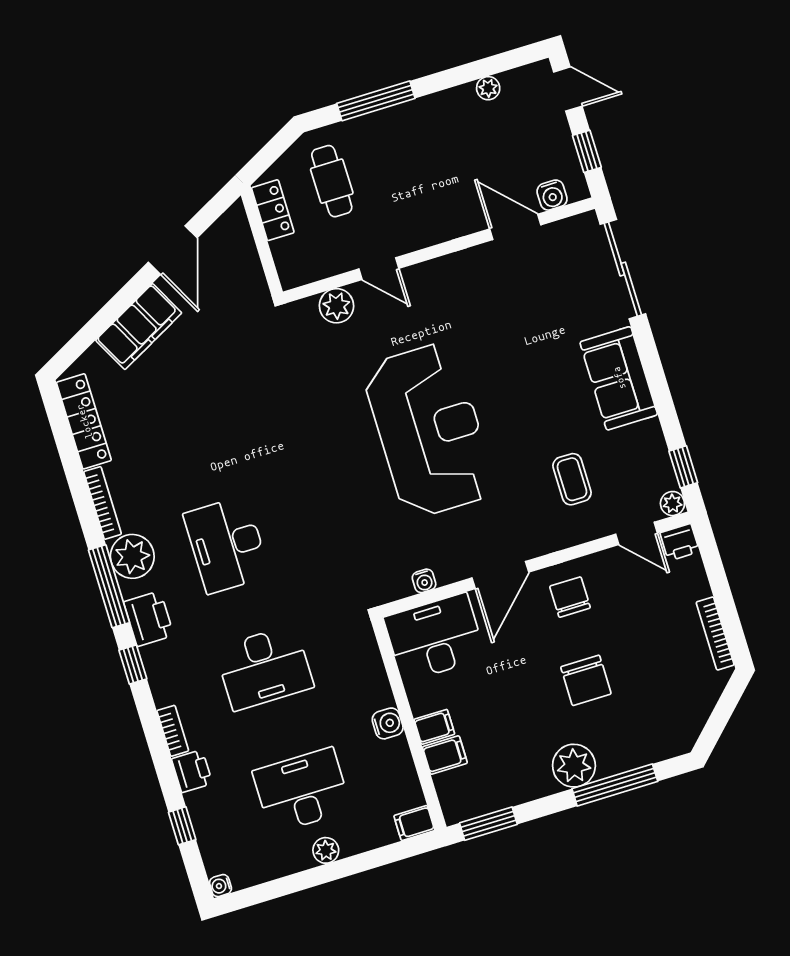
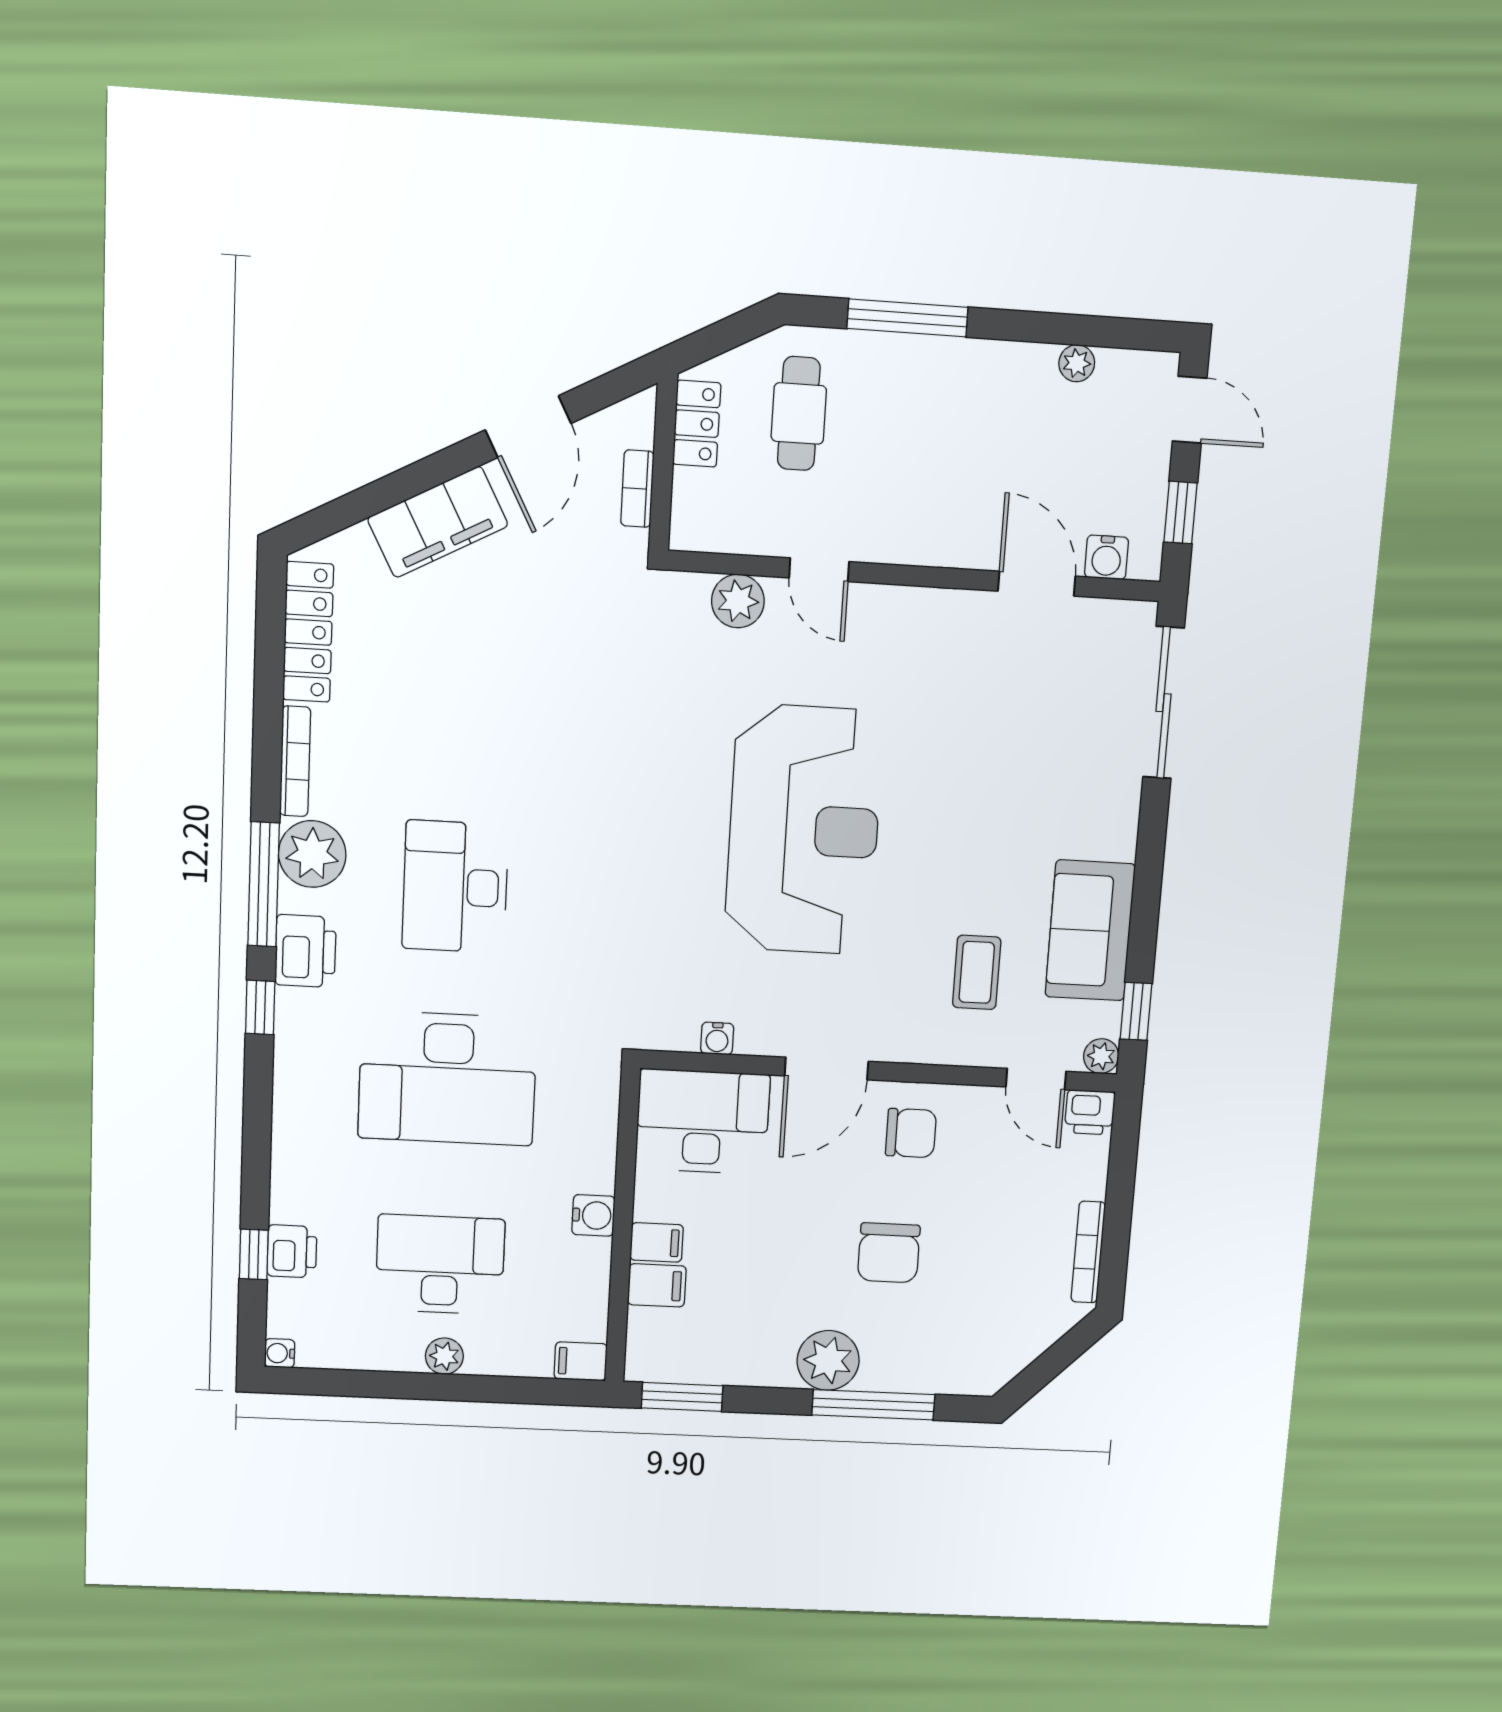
sofa: (619, 378) -> (1090, 930), moved
chair: (570, 597) -> (911, 1133), turned 90
desk: (264, 668) -> (448, 1078), width x1.36, depth x1.30
bookcase: (173, 731) -> (637, 489), moved, turned 180
printer: (192, 771) -> (292, 1251), moved

